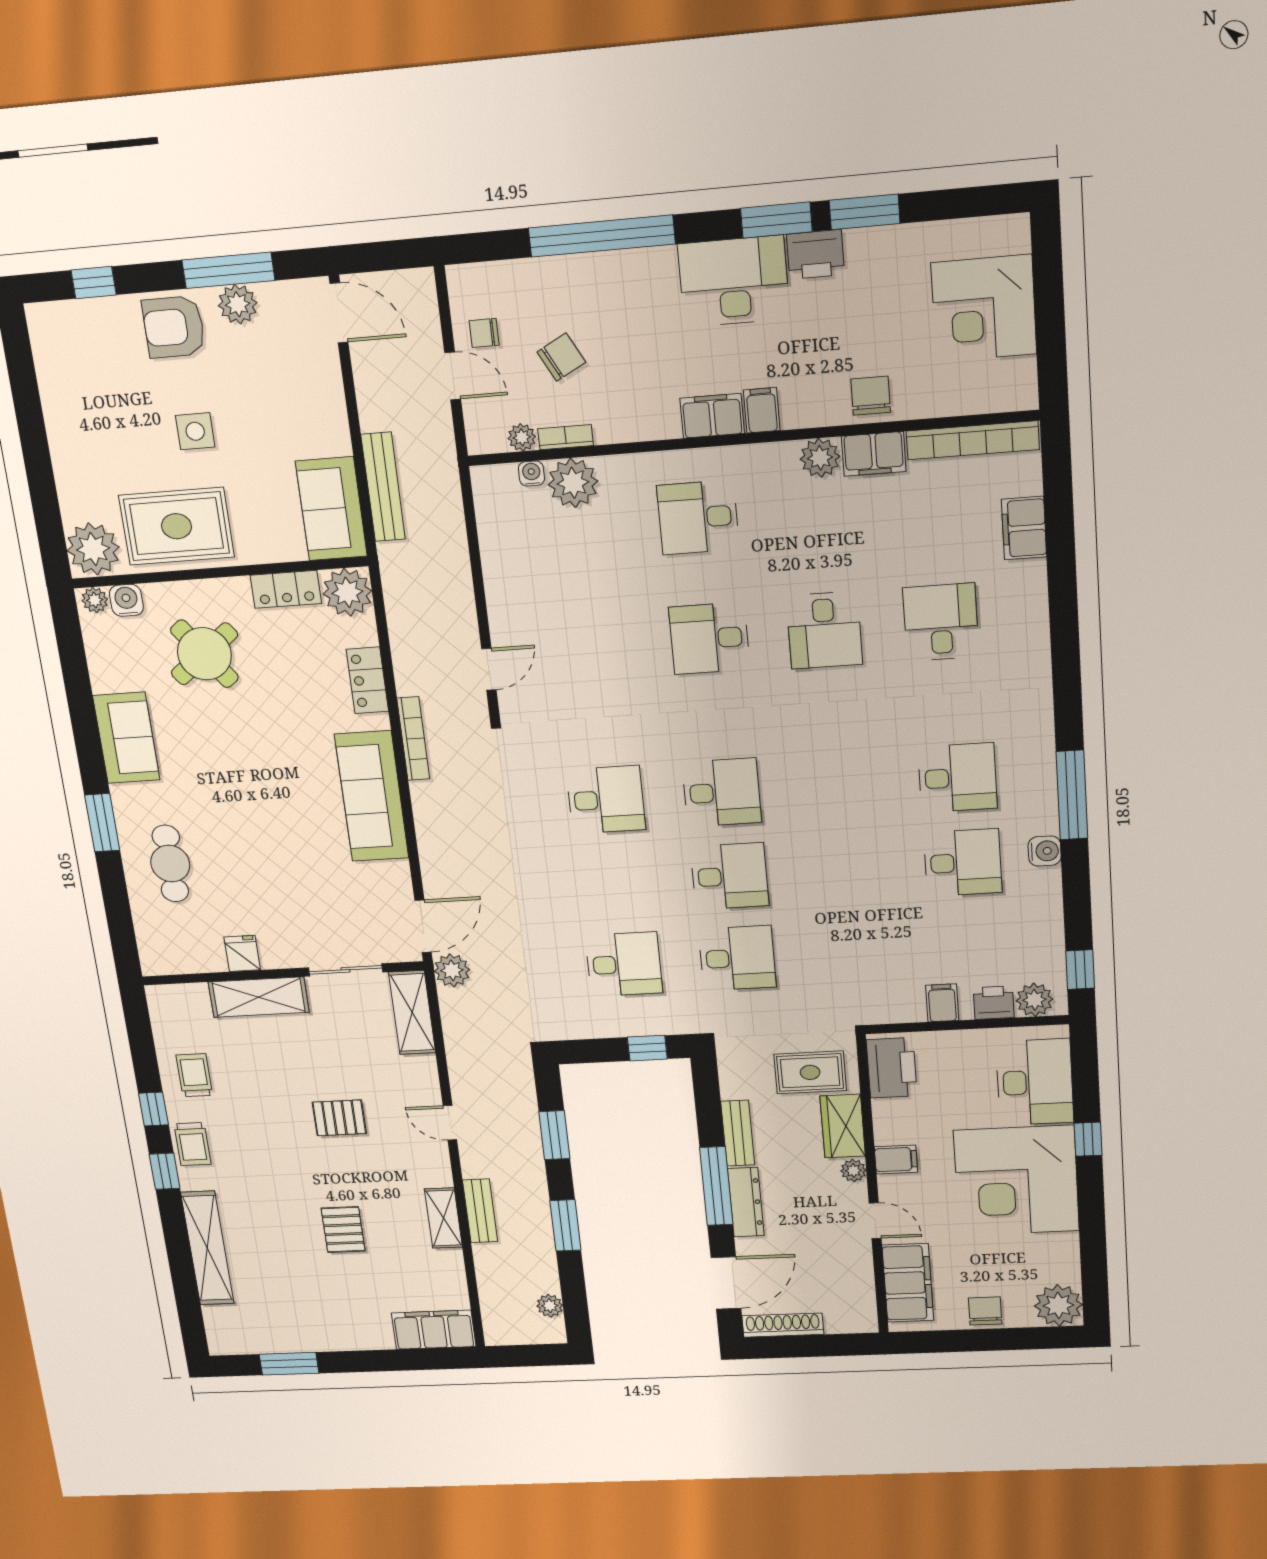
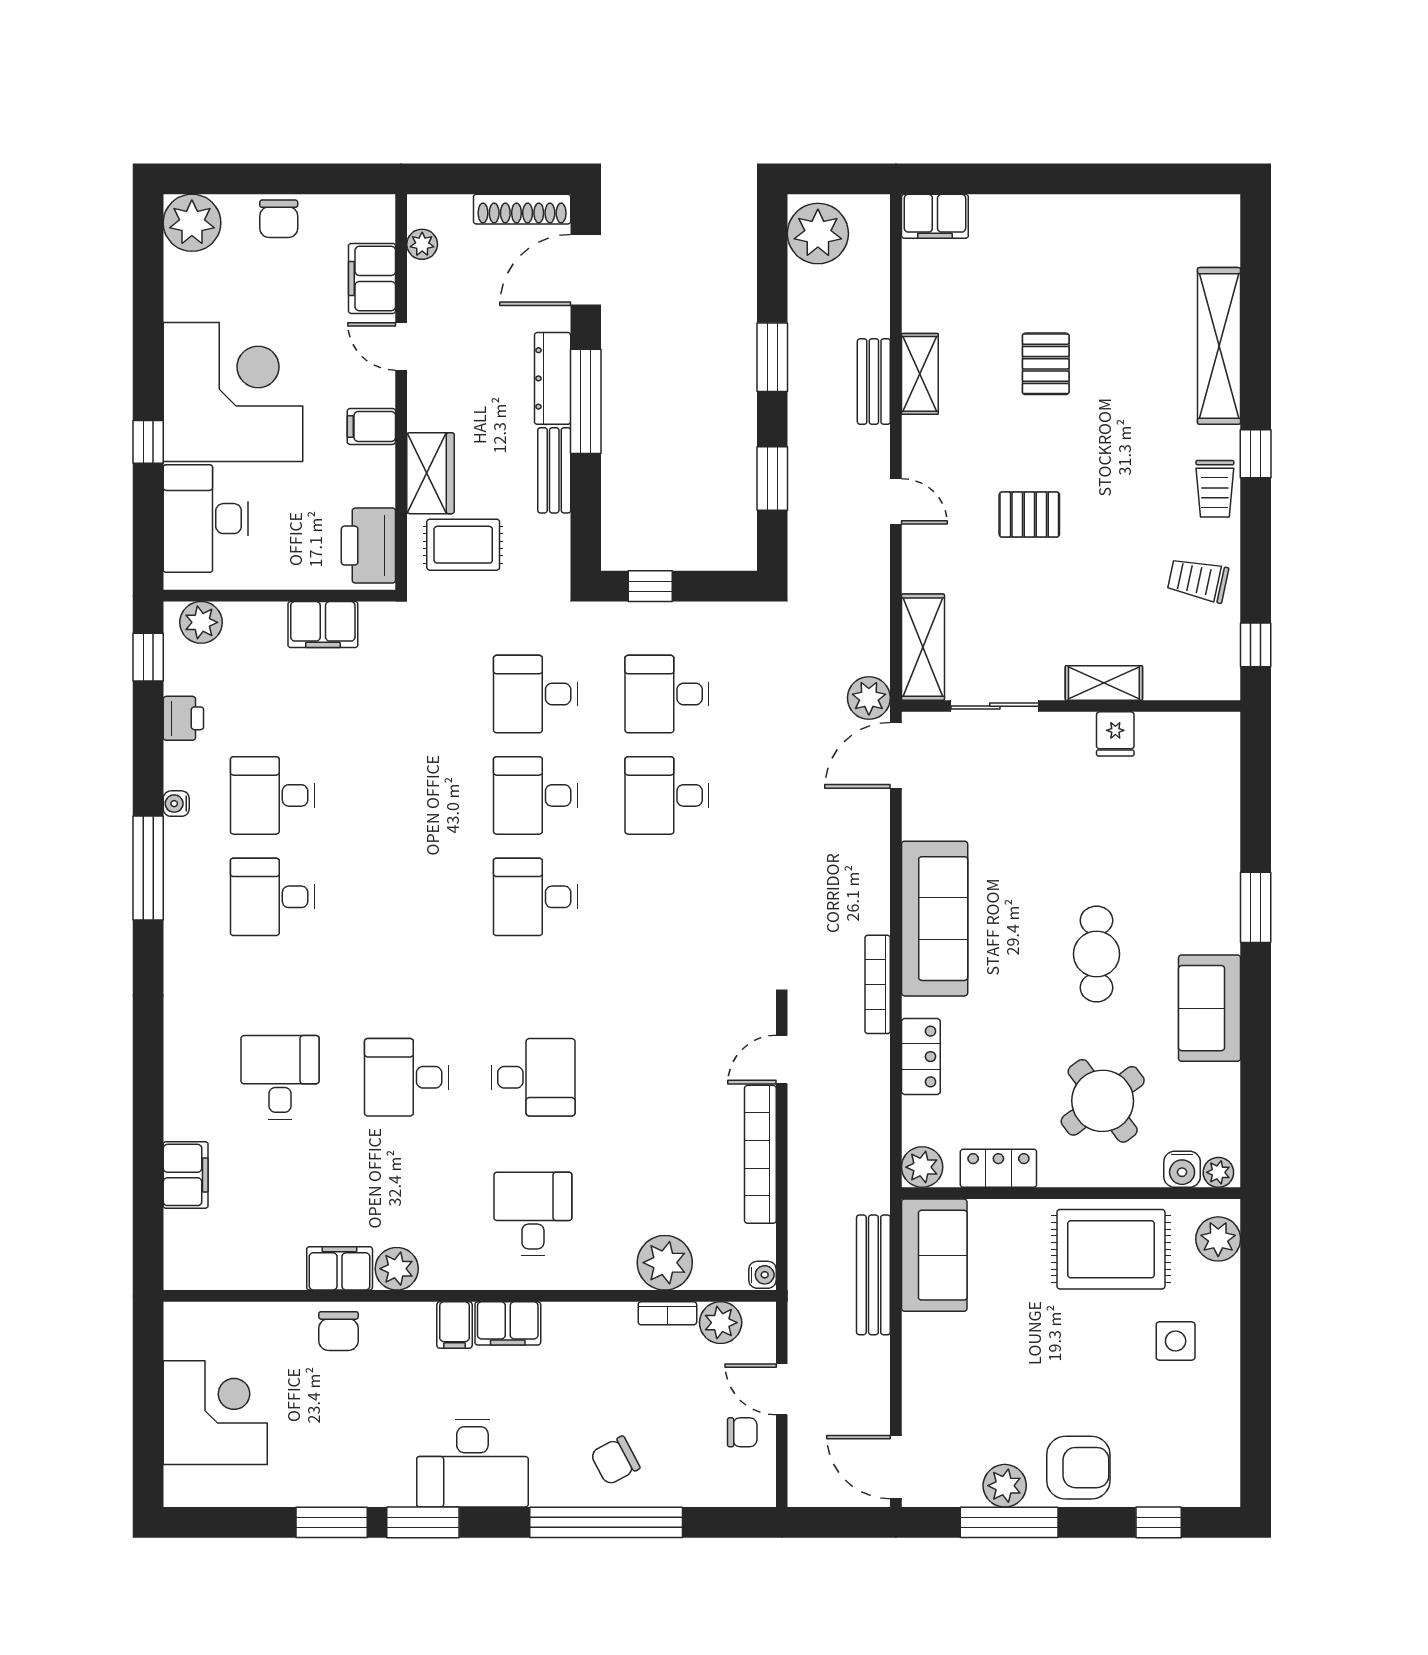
printer: (815, 254) -> (385, 1484), removed
chair: (561, 357) -> (615, 1461), moved
side table: (195, 431) -> (1176, 1341), moved
plant: (522, 437) -> (721, 1323), width x1.38, depth x1.38
bookcase: (973, 440) -> (760, 1154), moved, turned -90
water cooler: (531, 473) -> (762, 1275), moved, turned -90
desk: (698, 517) -> (533, 1214), turned -90
plant: (93, 549) -> (1218, 1239), width x0.73, depth x0.73
plant: (347, 592) -> (922, 1167), width x0.73, depth x0.73
desk: (941, 622) -> (280, 1077), turned 180
desk: (824, 630) -> (406, 1077), turned -90
desk: (606, 800) -> (667, 795), moved
water cooler: (1045, 851) -> (176, 804), width x0.72, depth x0.72
cafe table: (170, 864) -> (1097, 954), moved
shelving: (259, 997) -> (1104, 683), width x0.67, depth x0.75
filing cabinet: (942, 1003) -> (323, 625), width x2.00
printer: (994, 1003) -> (183, 718), moved, turned -90
trolley: (194, 1075) -> (1198, 580), turned 102
window: (153, 1109) -> (1256, 645), moved
trolley: (192, 1144) -> (1215, 489), turned 180
plant: (853, 1171) -> (422, 244), moved
filing cabinet: (908, 1283) -> (372, 278), width x0.67, depth x0.86
plant: (550, 1306) -> (818, 234), width x1.87, depth x1.87
filing cabinet: (434, 1330) -> (935, 216), width x0.67, depth x0.86
window: (289, 1364) -> (1141, 179), removed

